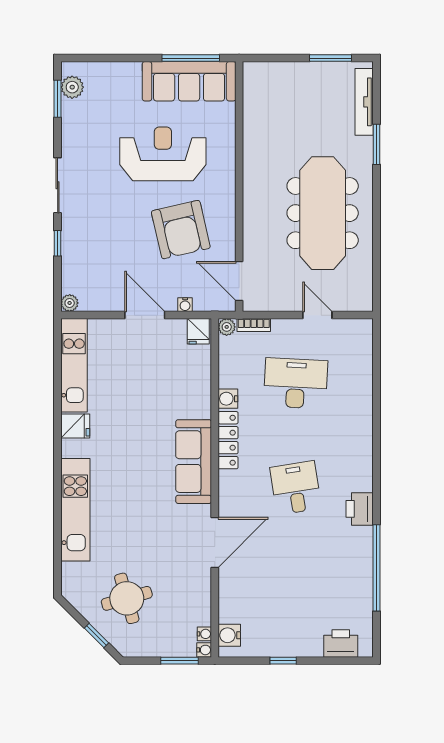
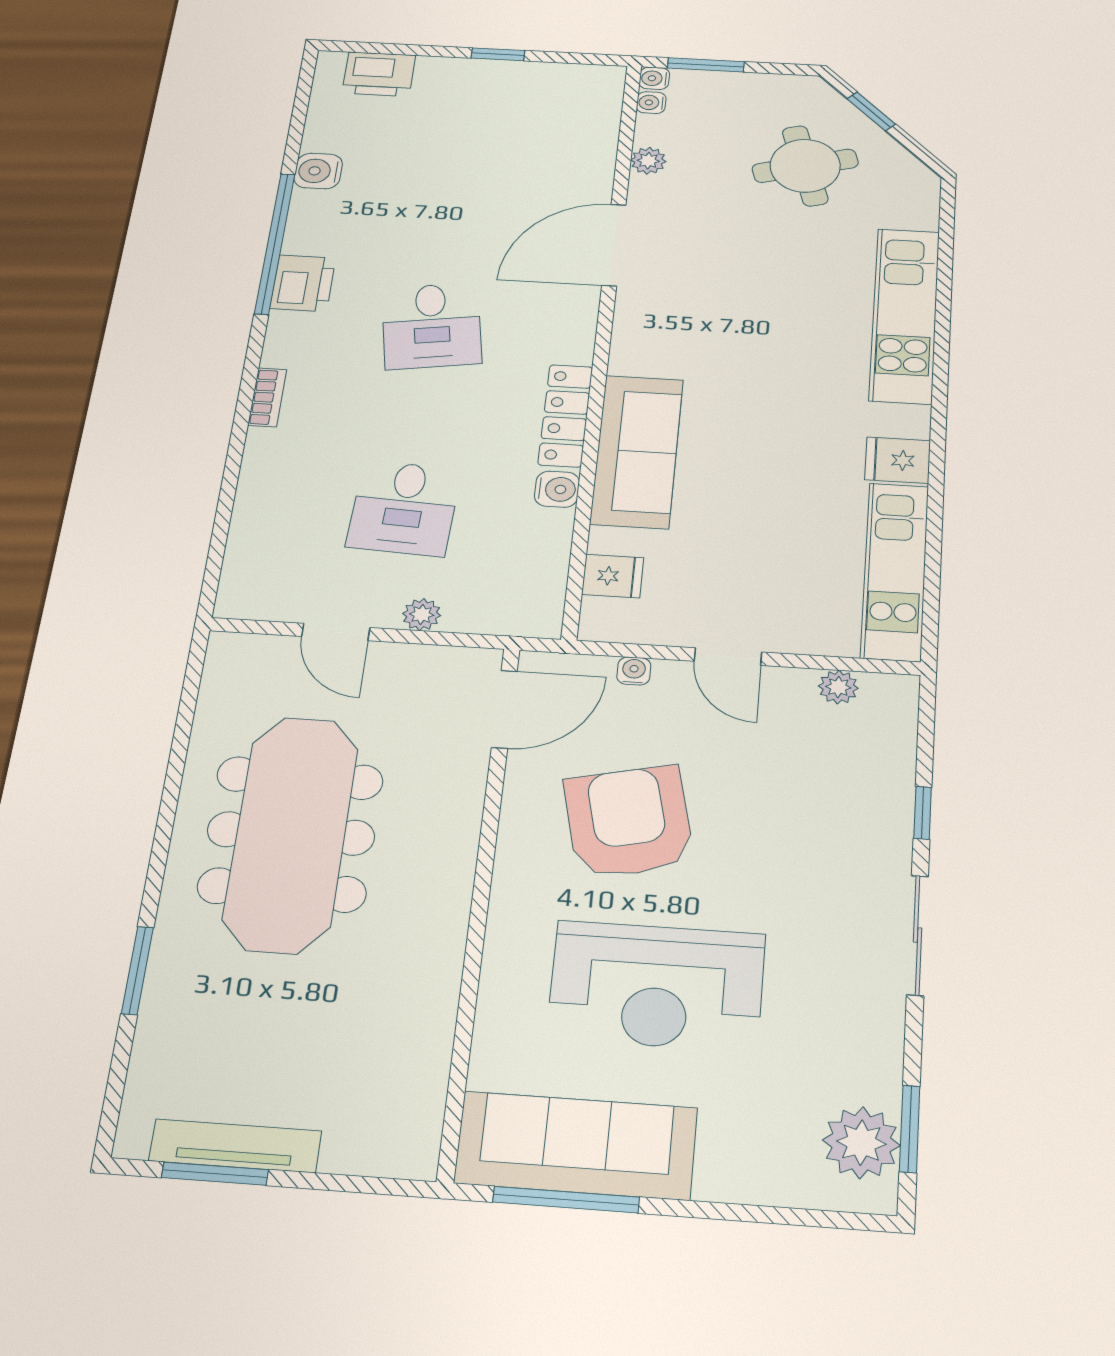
plant: (72, 87) -> (861, 1143), width x1.36, depth x1.36
tv unit: (364, 102) -> (235, 1146), moved, turned -90
door: (239, 281) -> (504, 709), hinge flipped
plant: (70, 303) -> (838, 687), moved
door: (145, 315) -> (728, 657), width x0.73
bookcase: (254, 325) -> (267, 397), moved, turned 90
plant: (227, 327) -> (422, 615), moved
fridge: (198, 331) -> (613, 576), moved, turned 90
desk: (296, 383) -> (404, 508), width x0.73
sofa: (194, 462) -> (637, 451), moved
window: (377, 568) -> (275, 243), moved
plant: (203, 596) -> (648, 161), added
water cooler: (229, 635) -> (318, 171), moved, turned 180

